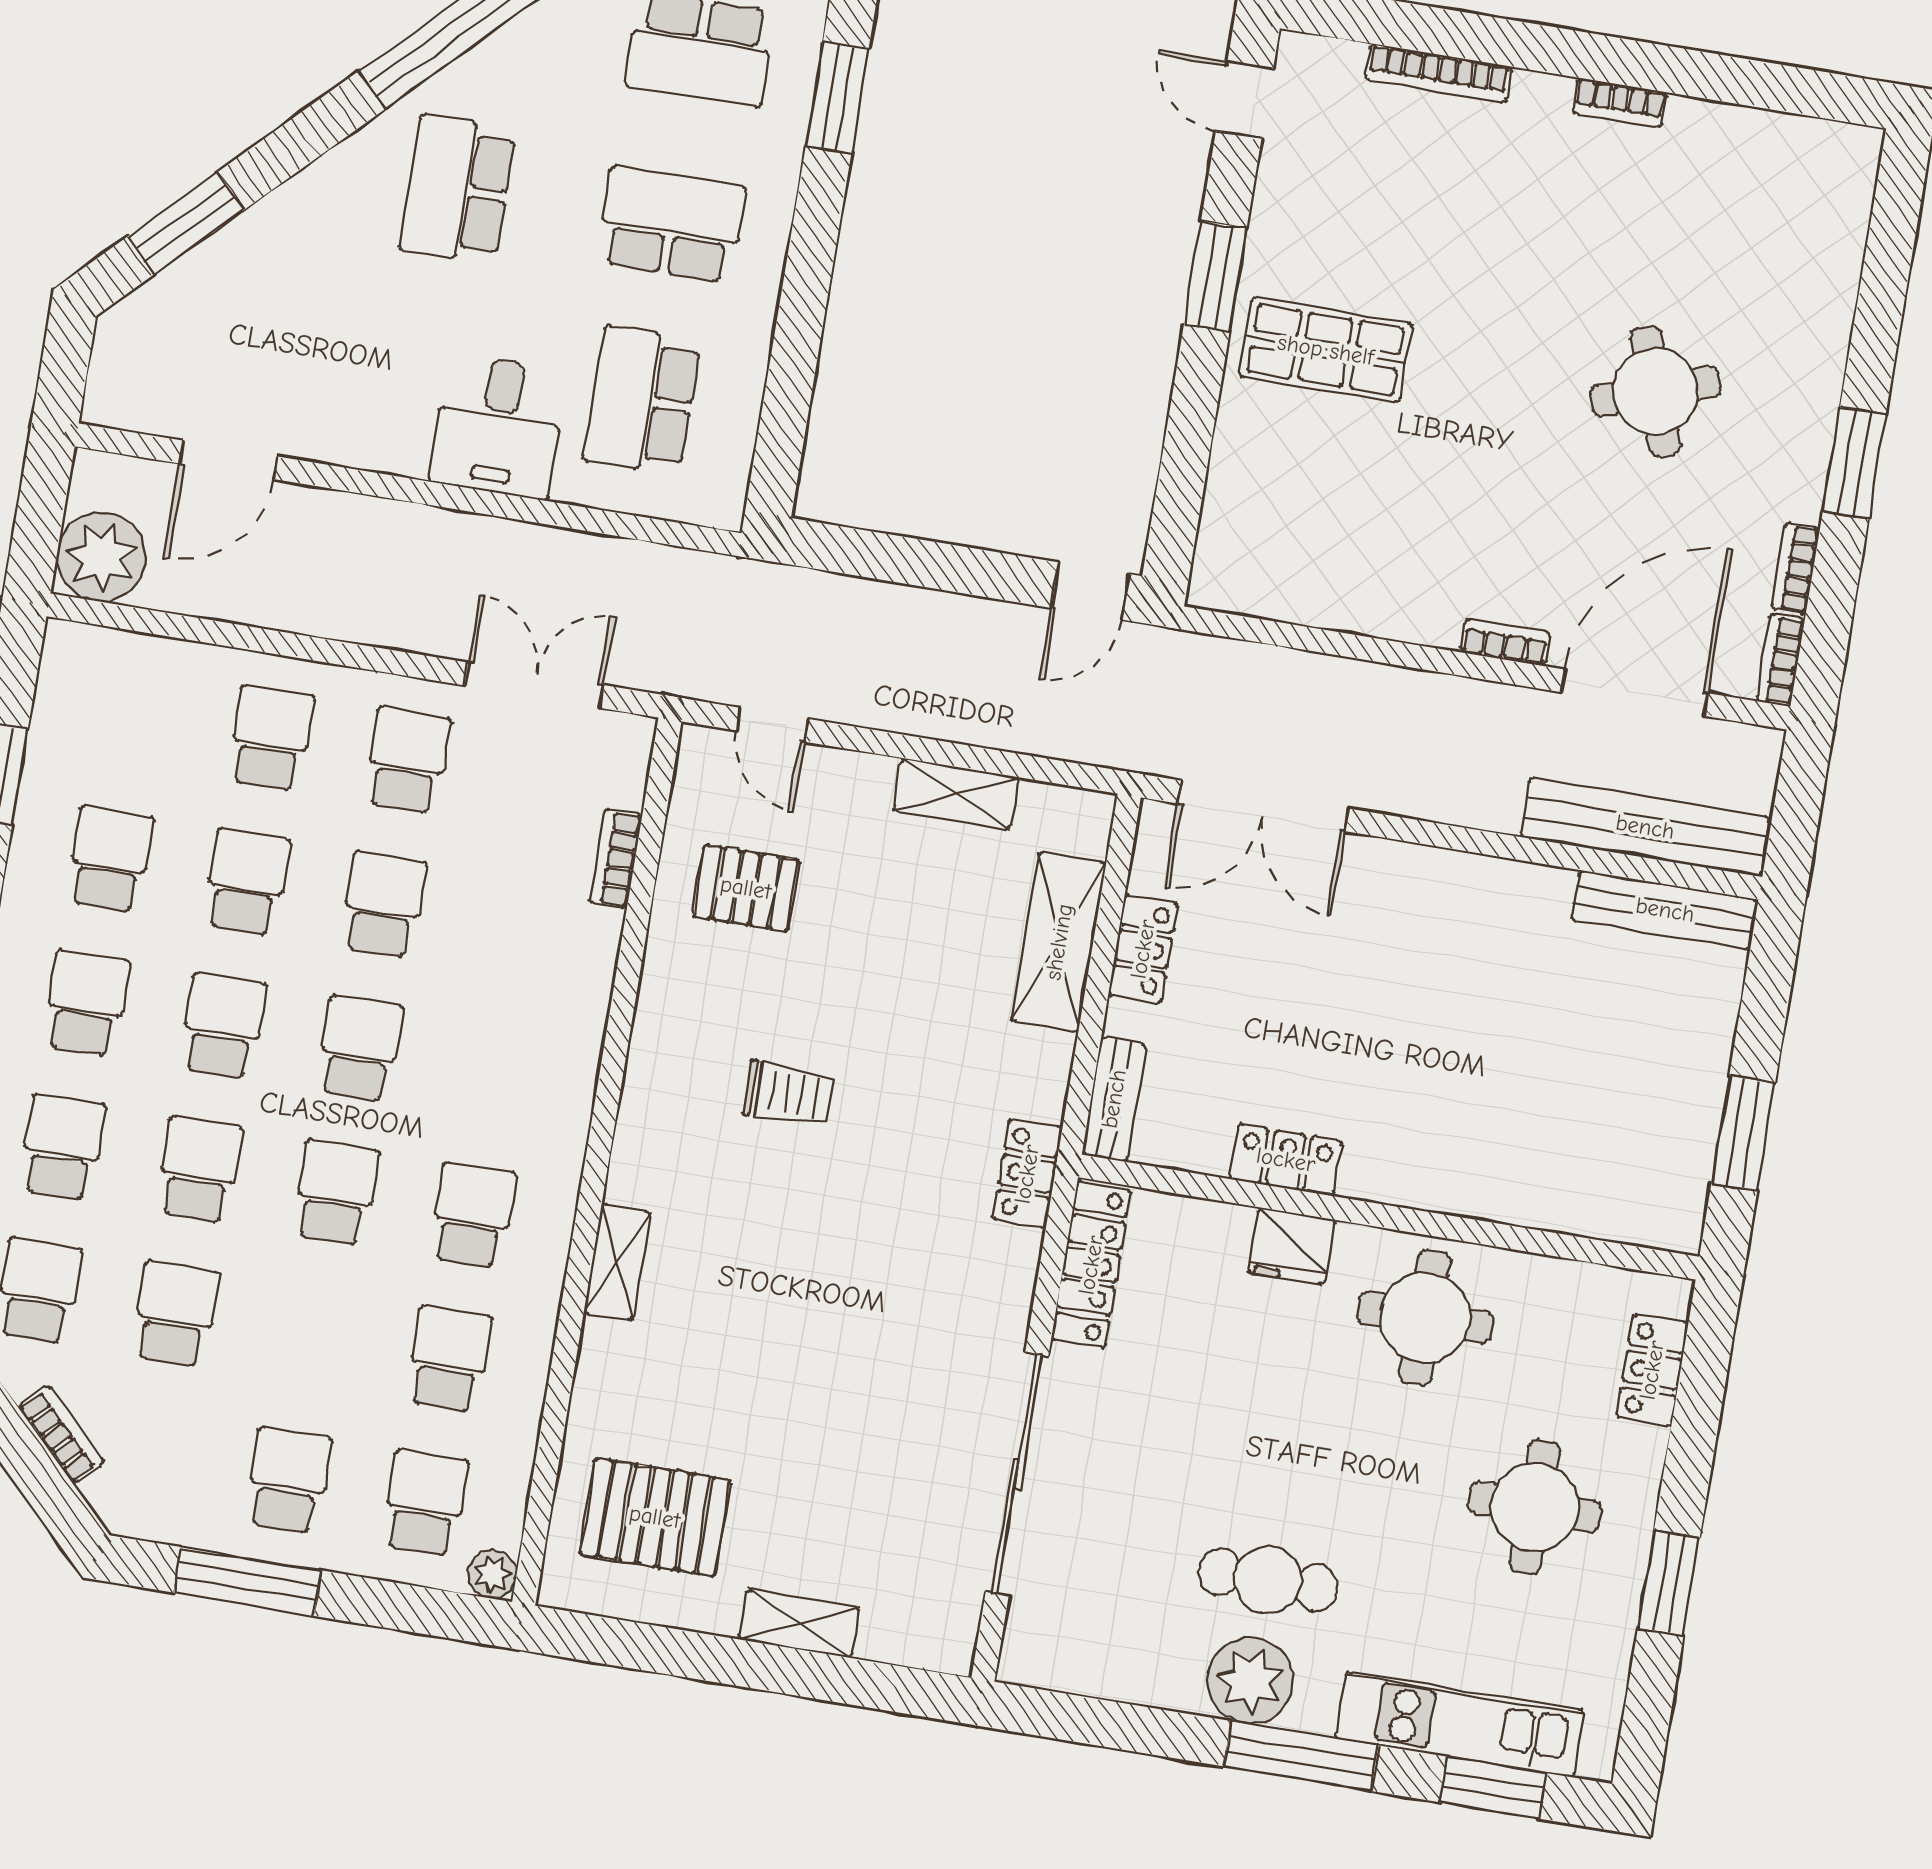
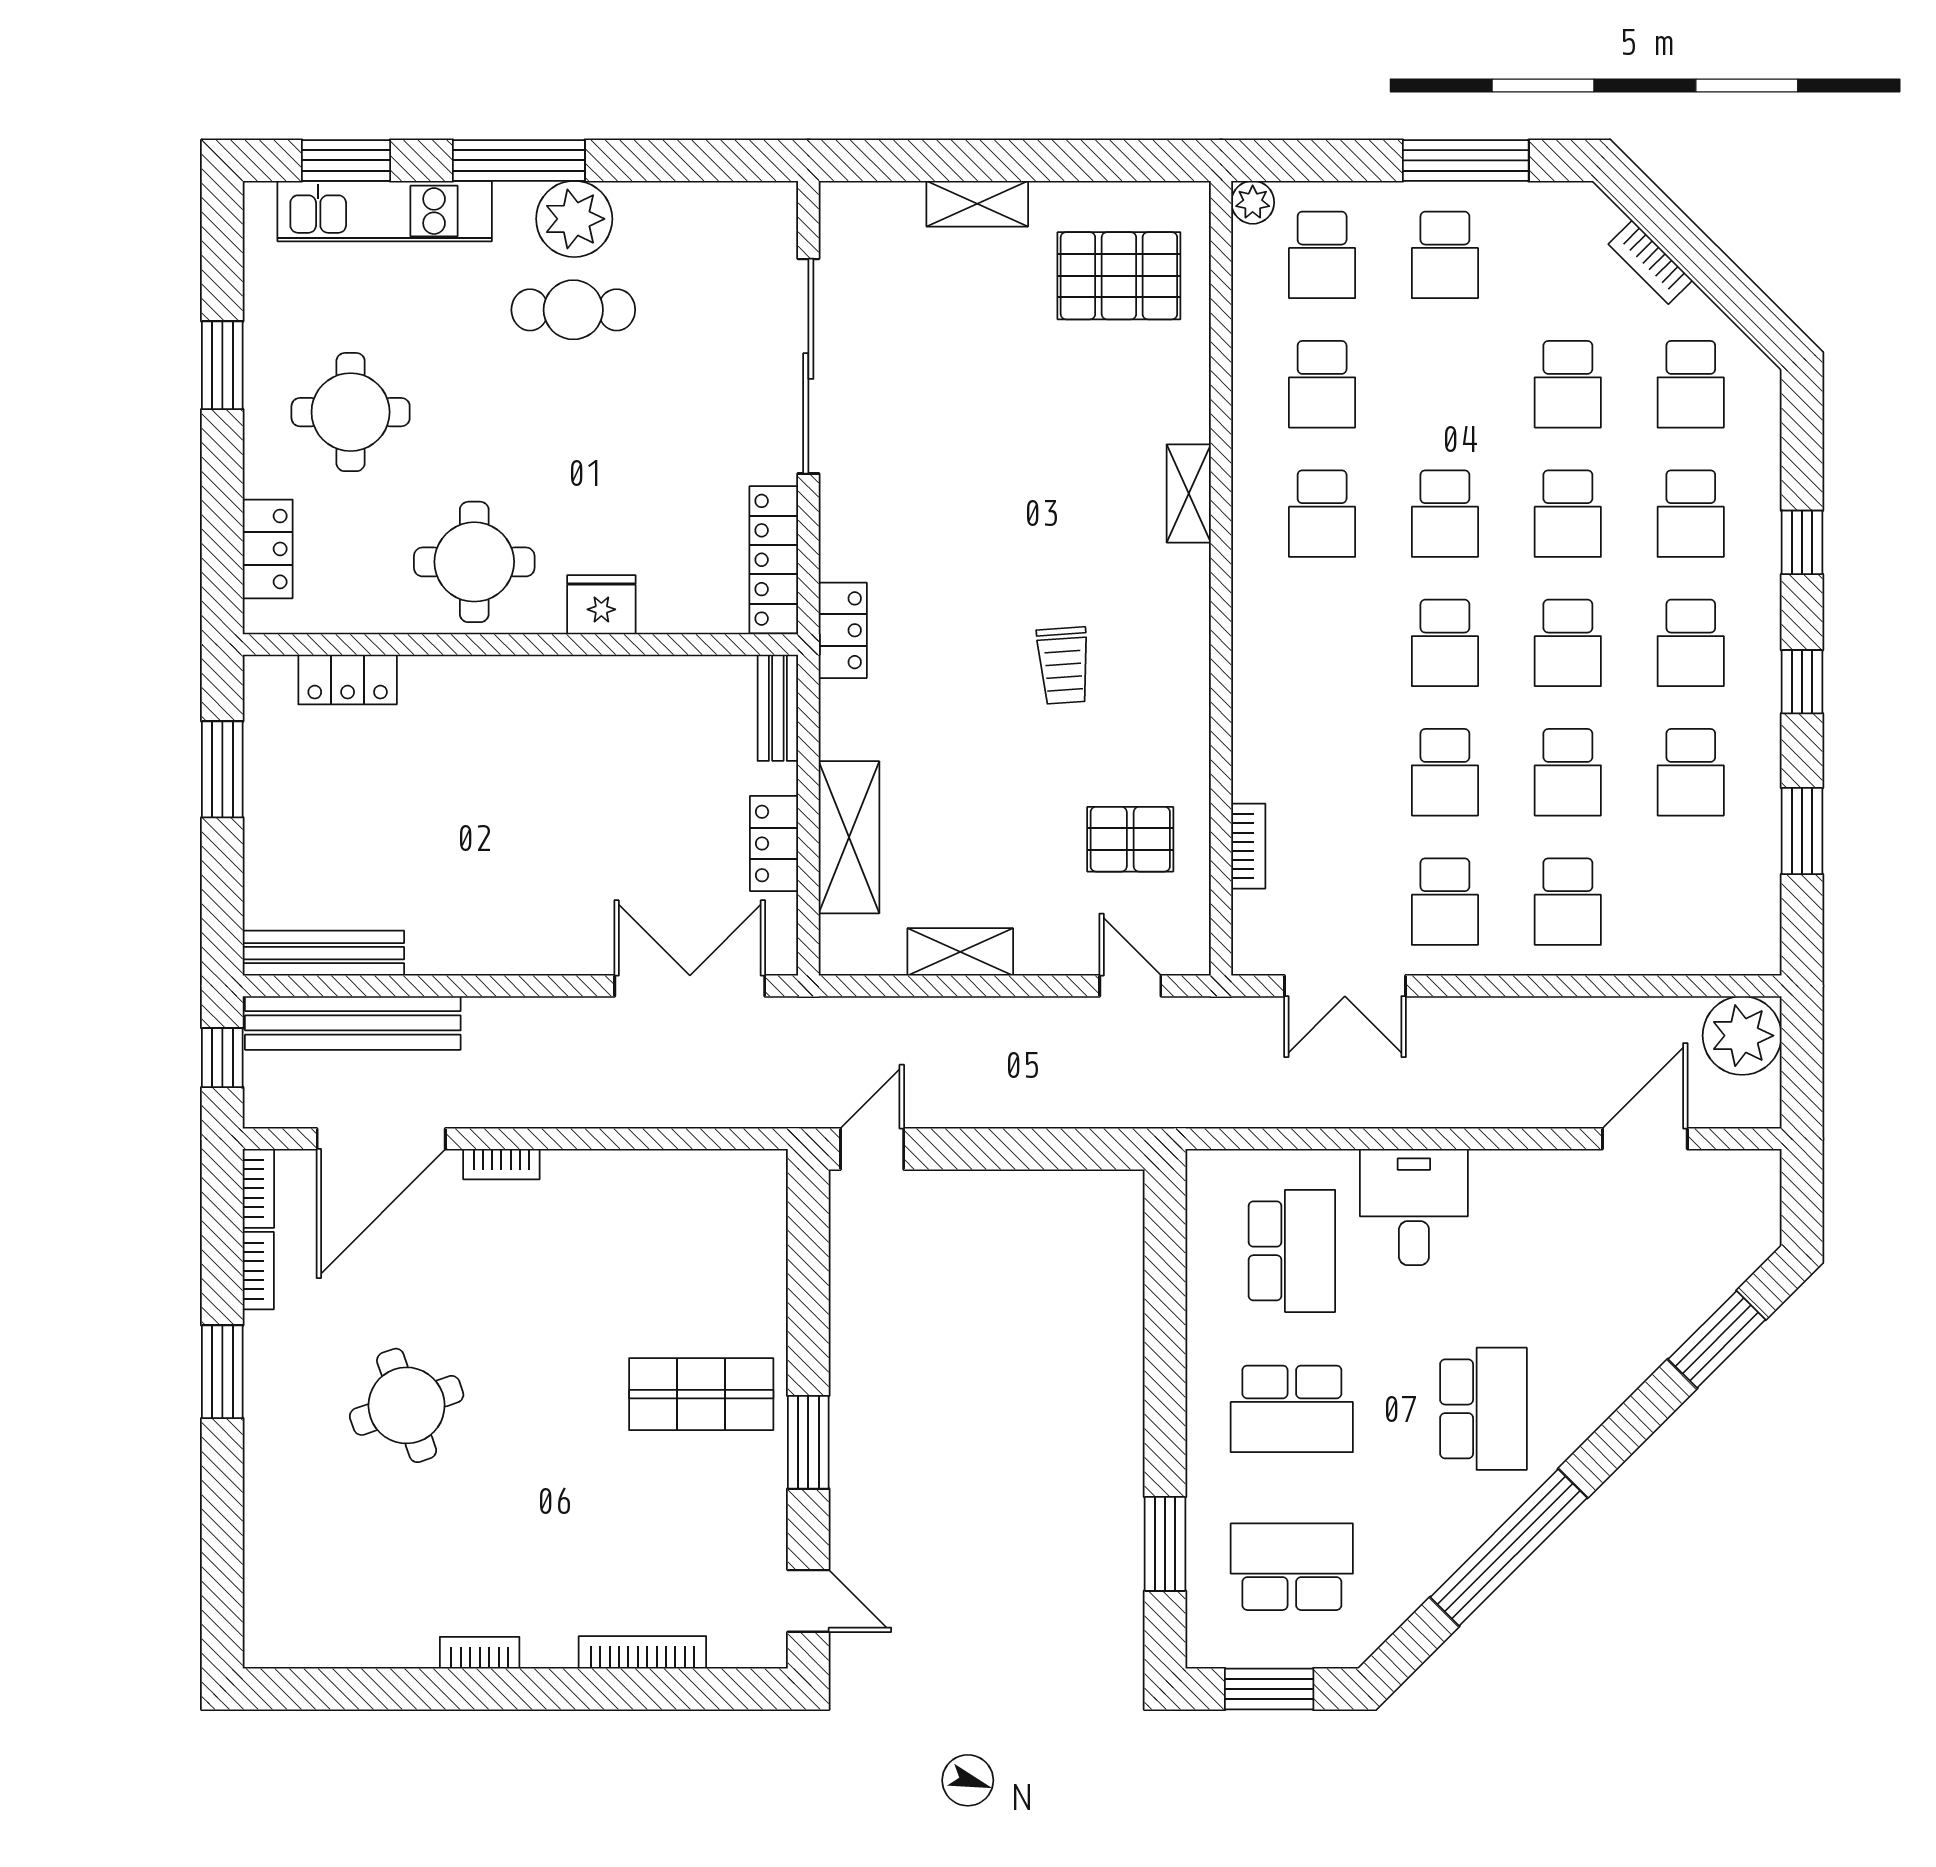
window: (1796, 812) -> (222, 1058), added
trolley: (788, 1094) -> (1063, 666), turned -94
locker: (1286, 1160) -> (348, 680), moved

